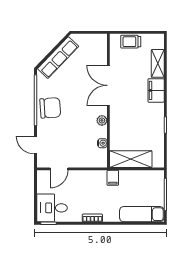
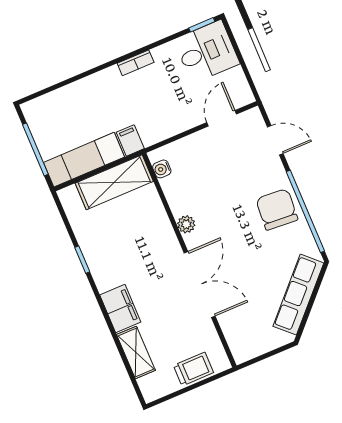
chair: (50, 108) -> (277, 209), turned 98
water cooler: (102, 143) -> (162, 169), moved
exam couch: (142, 214) -> (84, 160), moved, turned 180

